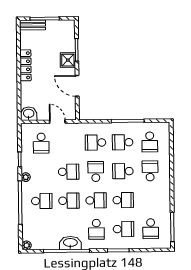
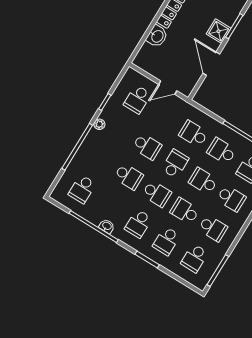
washbasin: (29, 114) -> (157, 36), moved, turned 90
door: (57, 122) -> (168, 88), swing flipped
school desk: (150, 171) -> (231, 198), turned 90
school desk: (123, 200) -> (185, 211), turned 180
school desk: (150, 200) -> (213, 228), added
school desk: (42, 201) -> (82, 189), moved, turned 90
school desk: (124, 229) -> (166, 241), turned 90
washbasin: (70, 243) -> (107, 226), width x0.52, depth x0.69
plant: (27, 245) -> (56, 195), removed

